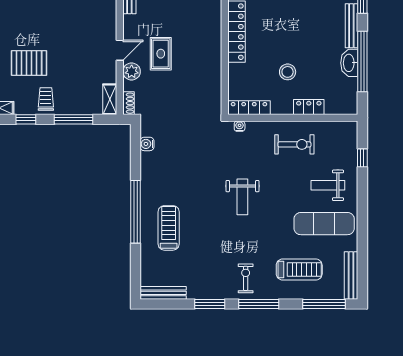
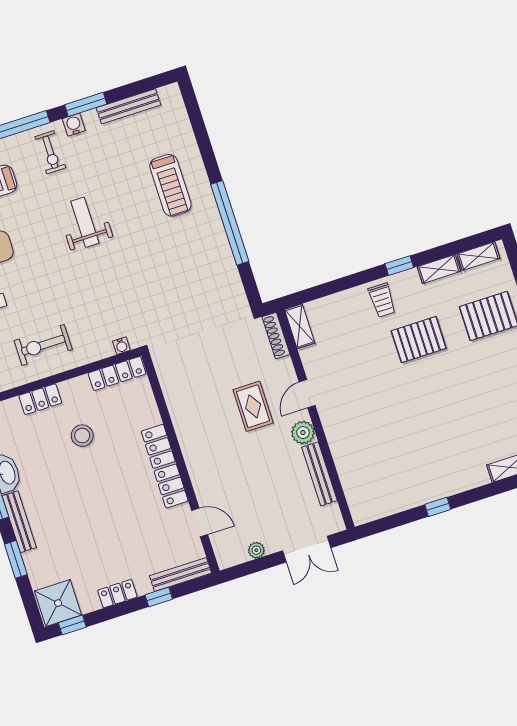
plant: (132, 71) -> (303, 433), moved
shoe rack: (129, 103) -> (276, 336), width x1.43
window: (73, 119) -> (338, 285), removed
water cooler: (147, 144) -> (74, 125), moved, turned -90
weight bench: (242, 197) -> (85, 222), moved
window: (135, 212) -> (230, 223), moved
bench: (163, 293) -> (129, 106), moved

